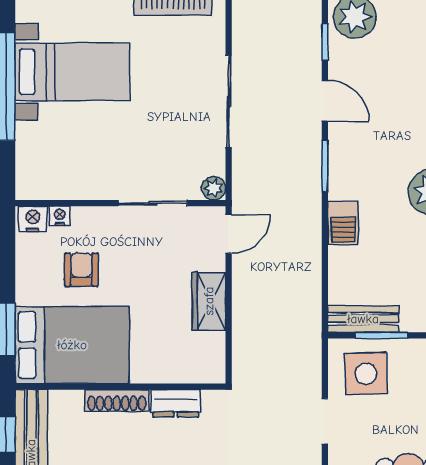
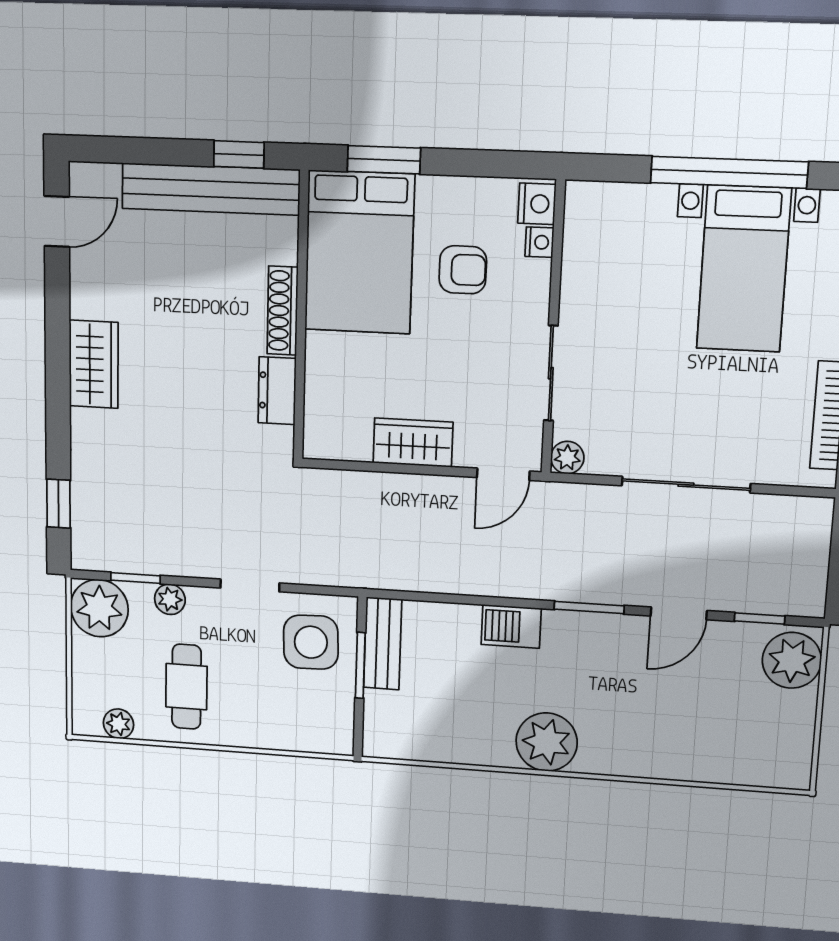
door: (229, 234) -> (503, 474), hinge flipped

